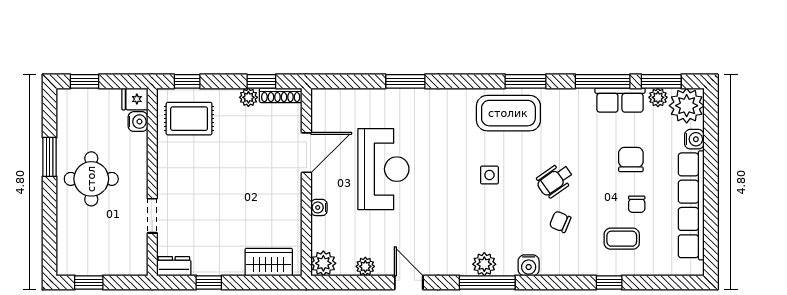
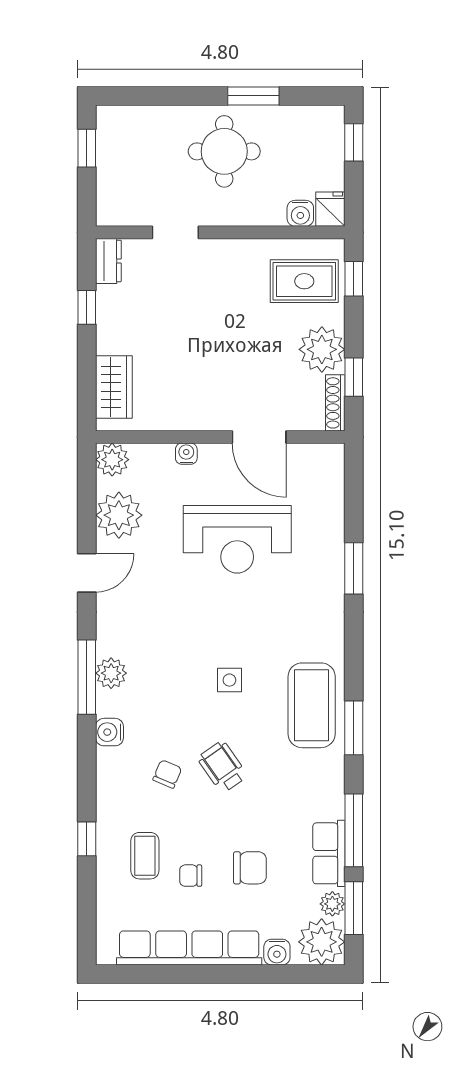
plant: (248, 97) -> (322, 349), width x1.87, depth x1.87
rug: (189, 119) -> (304, 281), turned 90
plant: (365, 266) -> (119, 515), width x1.88, depth x1.88

